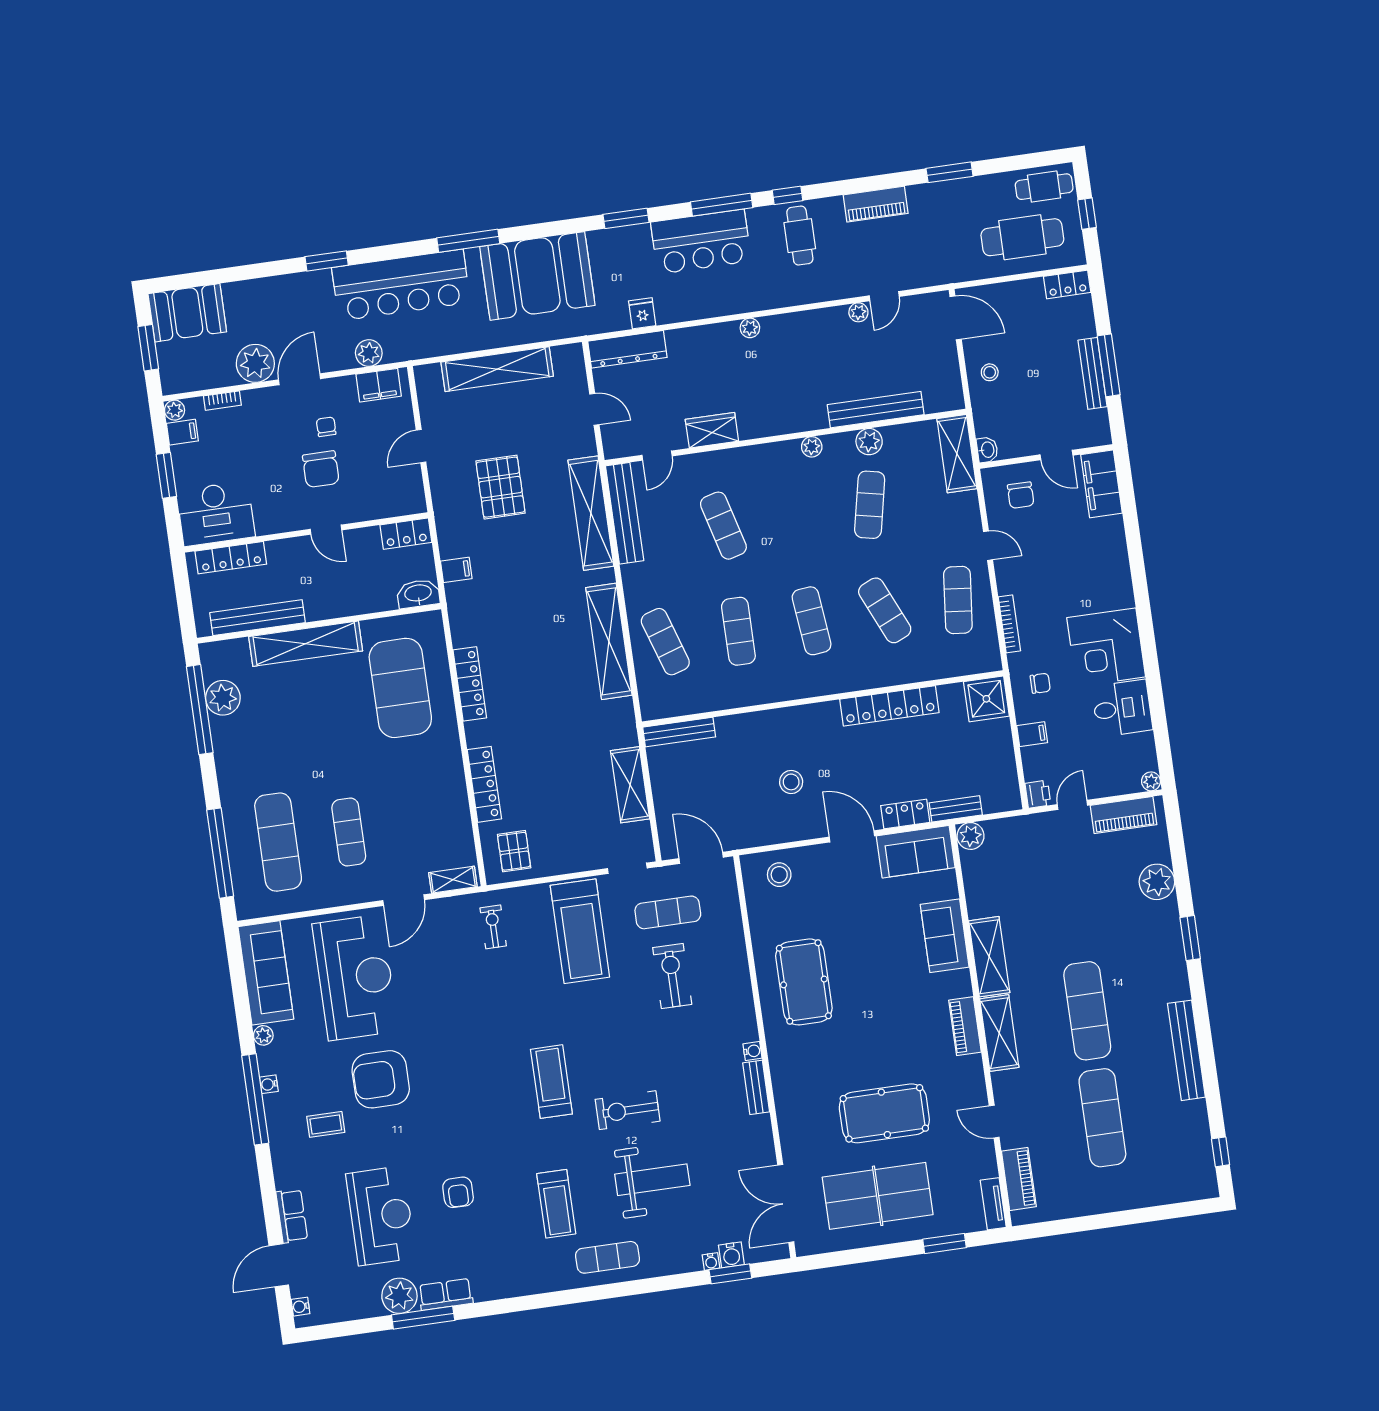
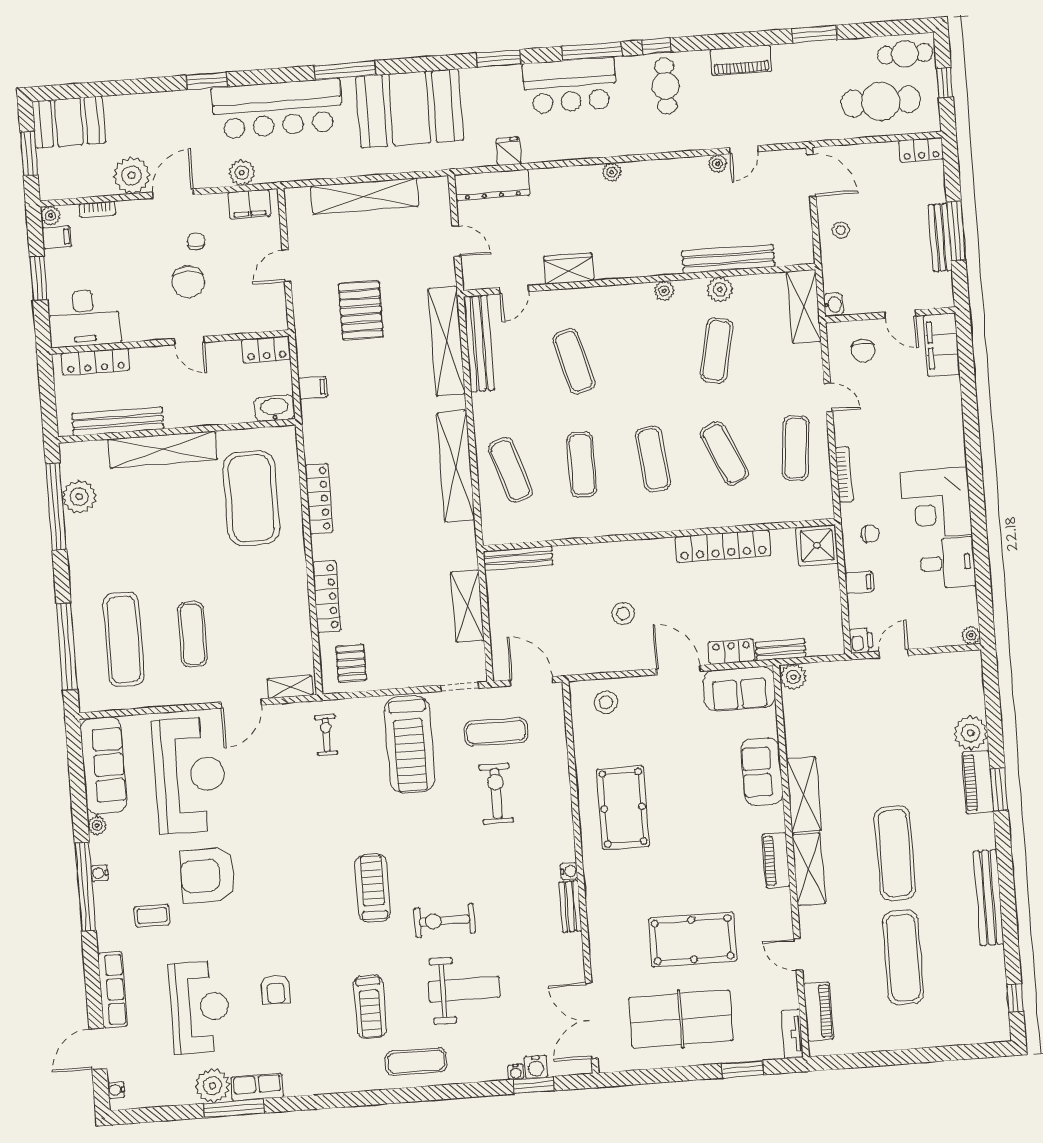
piano: (1123, 815) -> (978, 782), moved, turned 90
row of seats: (292, 1216) -> (112, 990), width x1.48

